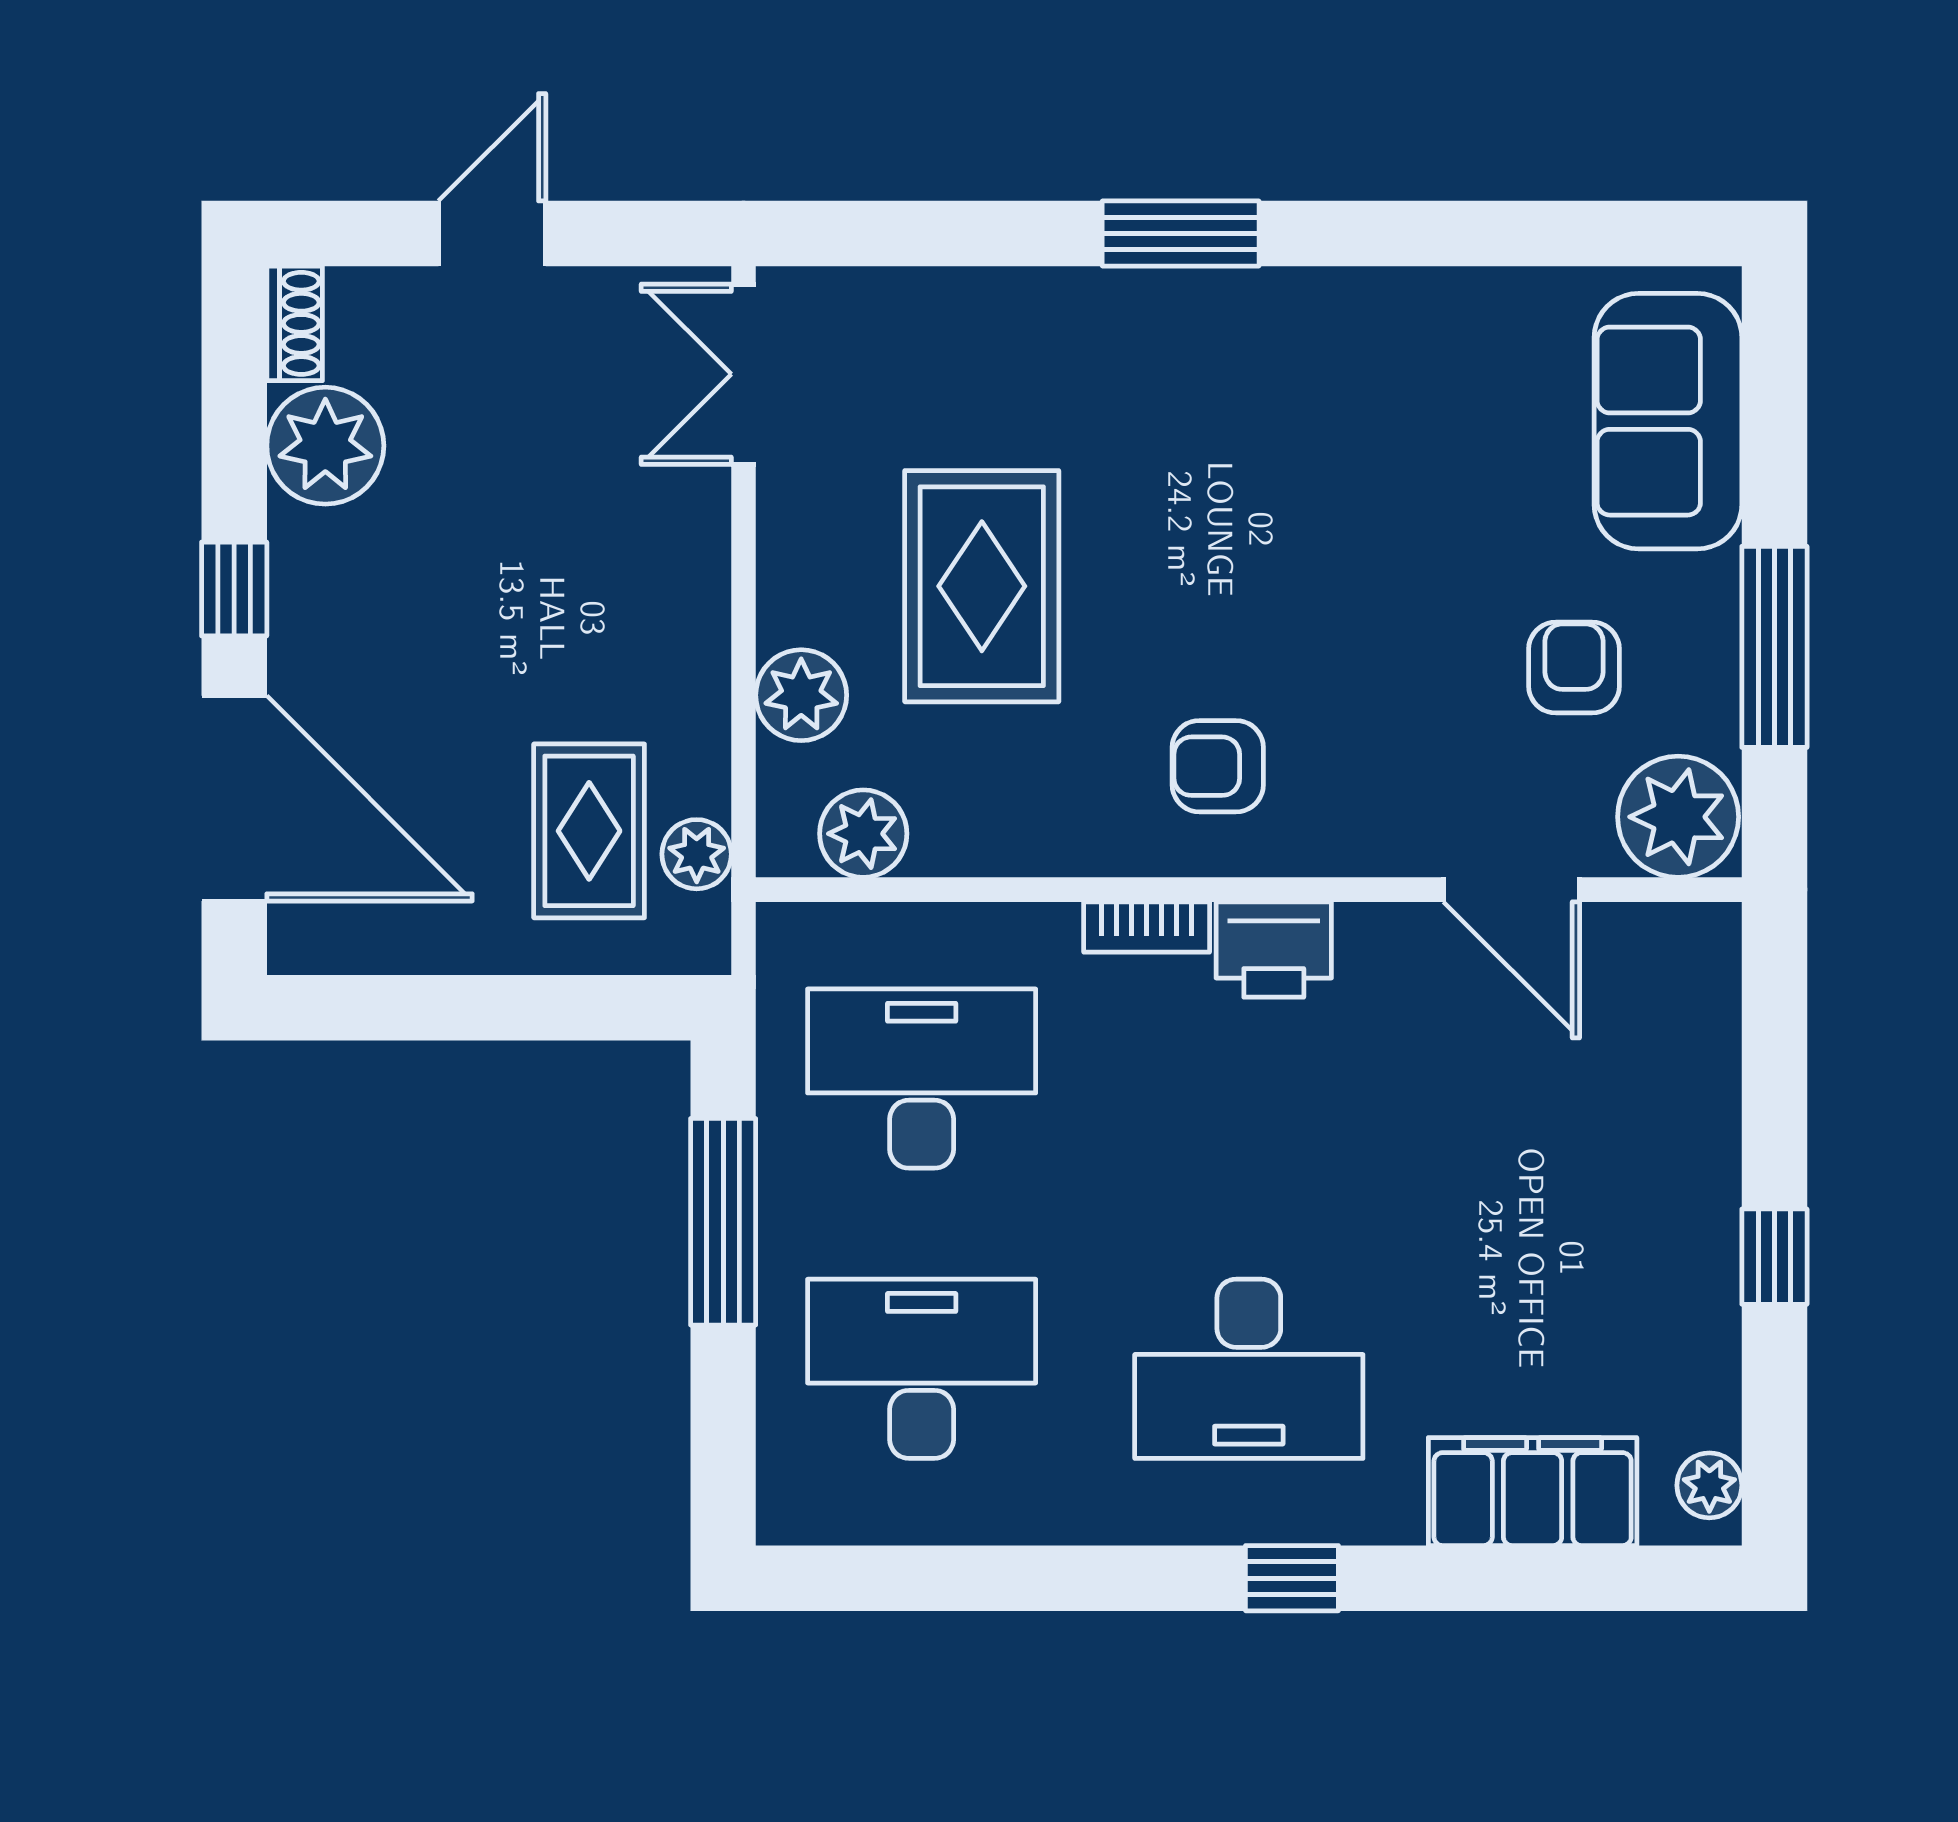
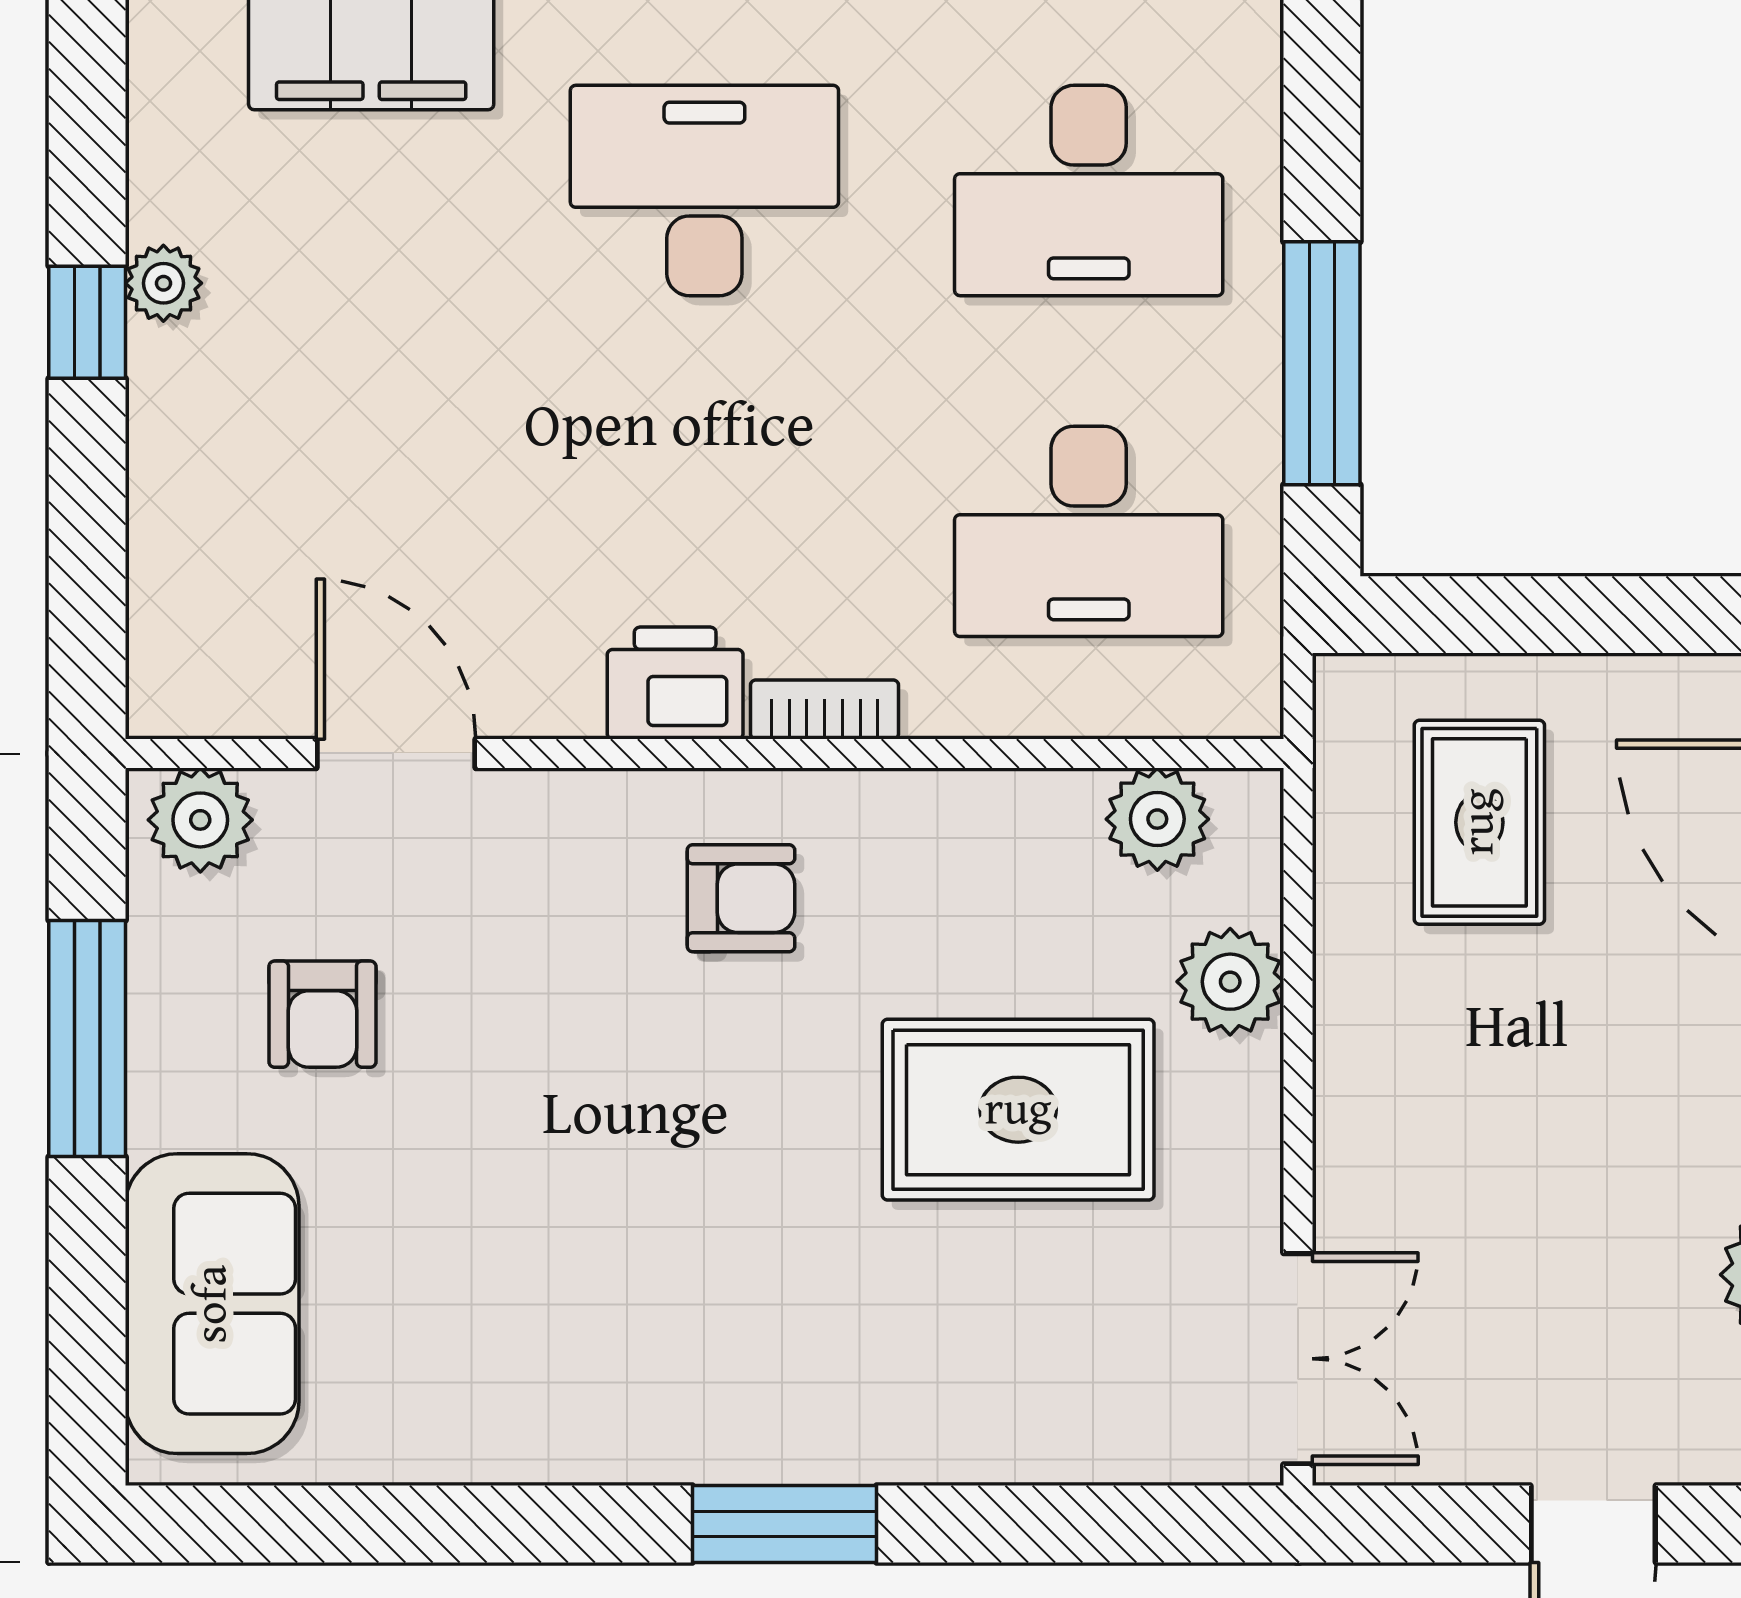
rug: (982, 586) -> (1018, 1110), turned 90
plant: (1678, 817) -> (200, 820), width x0.73, depth x0.73
plant: (697, 854) -> (1353, 795), removed
plant: (1709, 1485) -> (163, 283), moved

